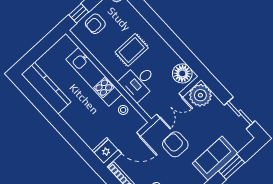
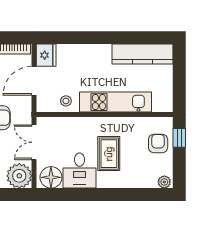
desk: (138, 82) -> (80, 171), moved, turned 180

